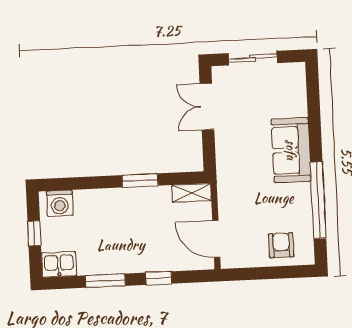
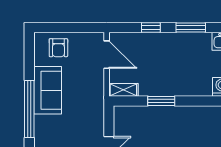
sofa: (291, 150) -> (48, 90), moved
window: (318, 200) -> (29, 109), moved

